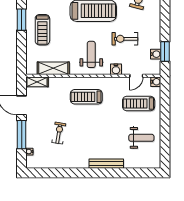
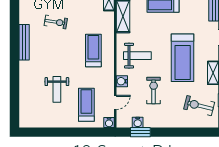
door: (136, 76) -> (115, 102), swing flipped
weight bench: (141, 138) -> (57, 89), moved
bench: (106, 164) -> (24, 42), moved

